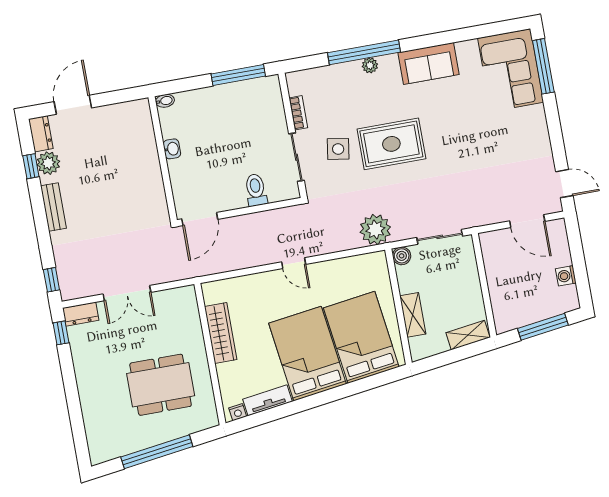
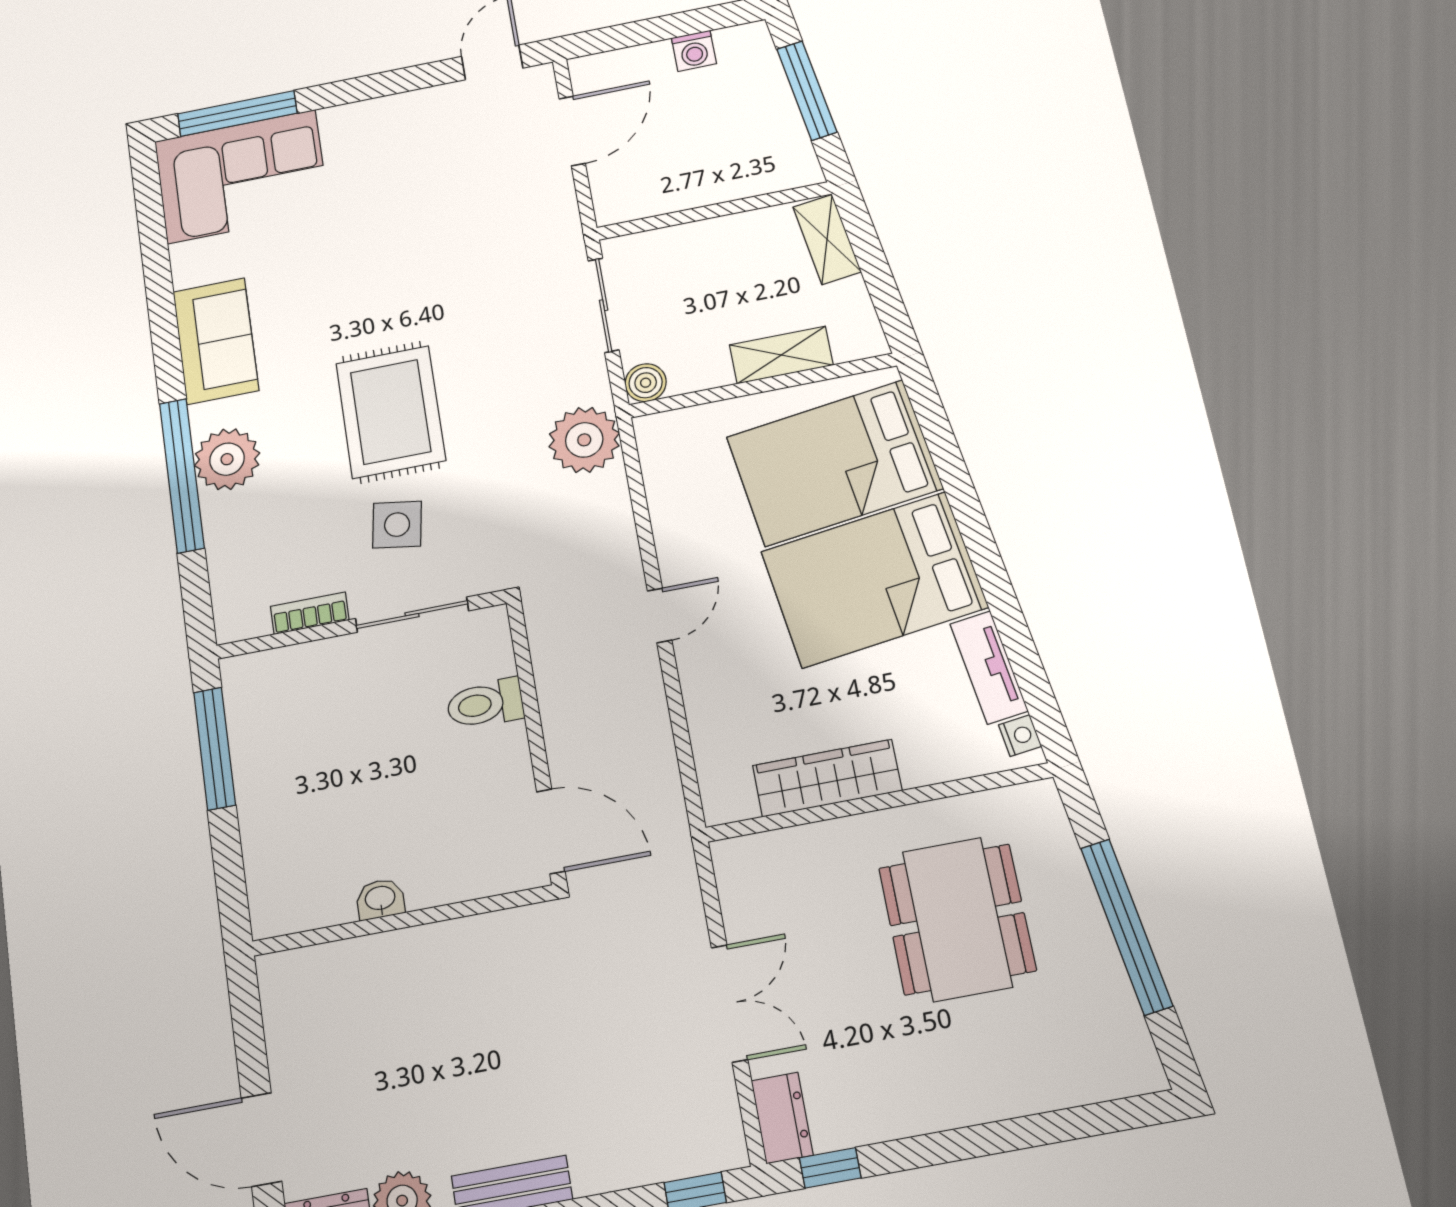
plant: (370, 65) -> (227, 459), width x1.88, depth x1.88
bidet: (165, 101) -> (265, 917), removed

